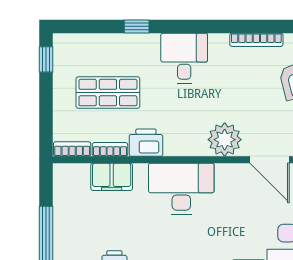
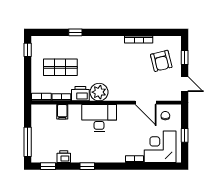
desk: (184, 58) -> (101, 49), removed
plant: (225, 140) -> (99, 92), moved
filing cabinet: (112, 177) -> (62, 112), width x0.50

